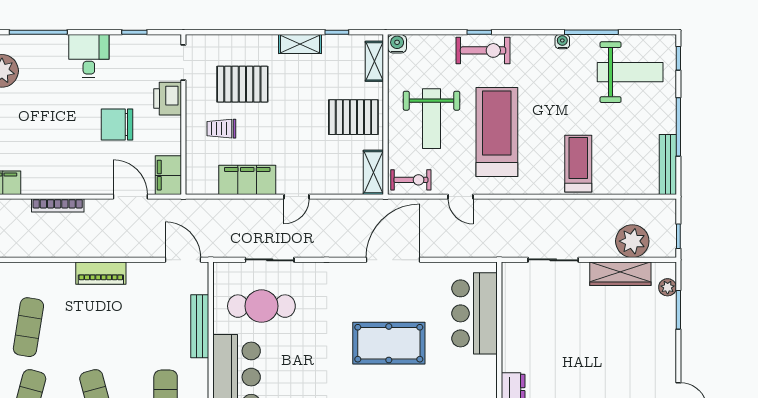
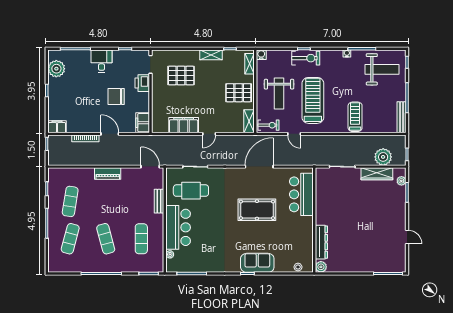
trolley: (221, 129) -> (170, 99), removed
door: (130, 197) -> (110, 134), moved
bench: (200, 326) -> (159, 201), width x0.73

